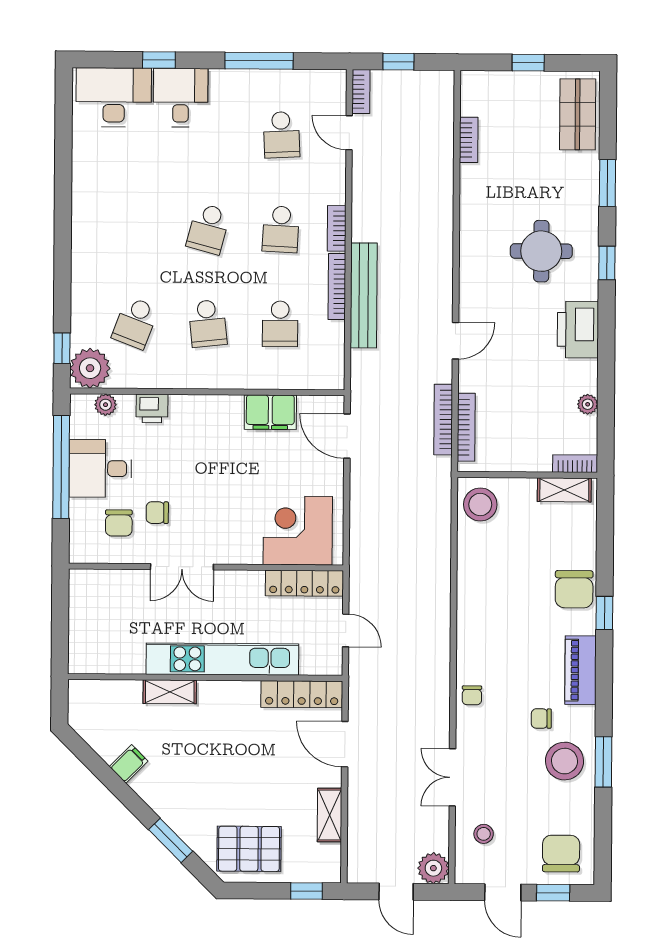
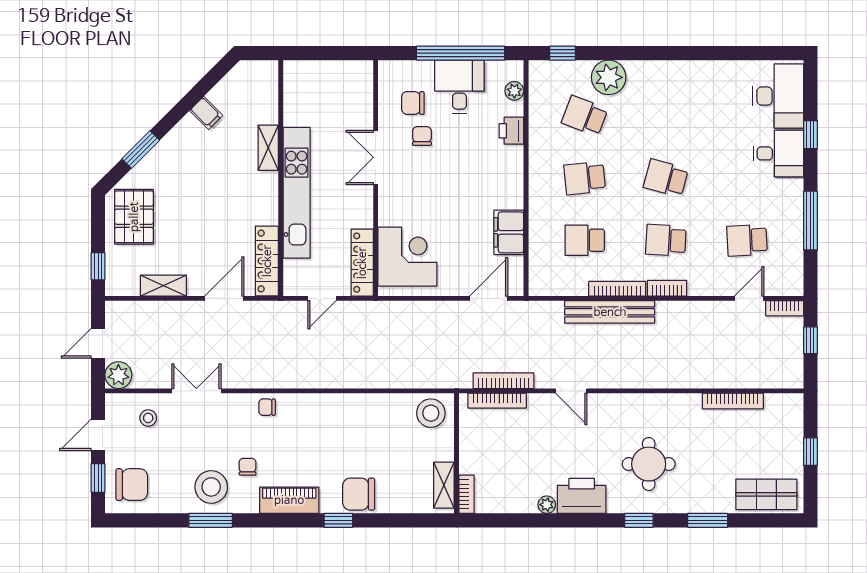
bookcase: (469, 140) -> (733, 401), width x1.56
plant: (90, 368) -> (609, 77), moved
plant: (588, 404) -> (547, 505), moved

